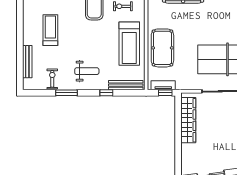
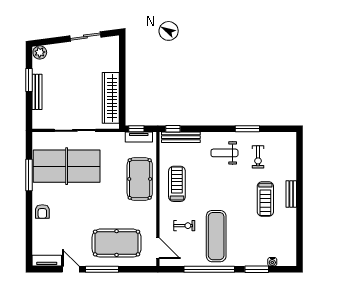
treadmill: (129, 44) -> (177, 184), width x0.73, depth x0.73
bench: (27, 62) -> (291, 194), moved, width x0.73
exercise bike: (52, 79) -> (258, 157), moved
window: (106, 93) -> (173, 129), moved

